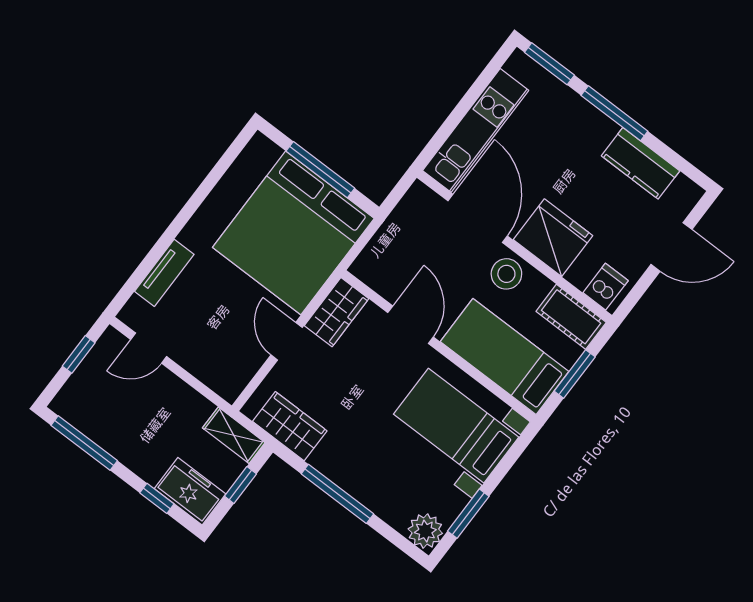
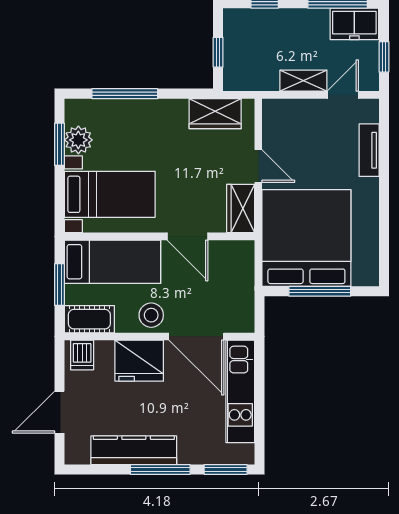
kitchen counter: (641, 163) -> (134, 450), width x1.50
shelving: (234, 435) -> (303, 81), moved
freezer: (190, 491) -> (354, 24), moved
window: (337, 494) -> (125, 94), moved
plant: (425, 531) -> (78, 140), moved

